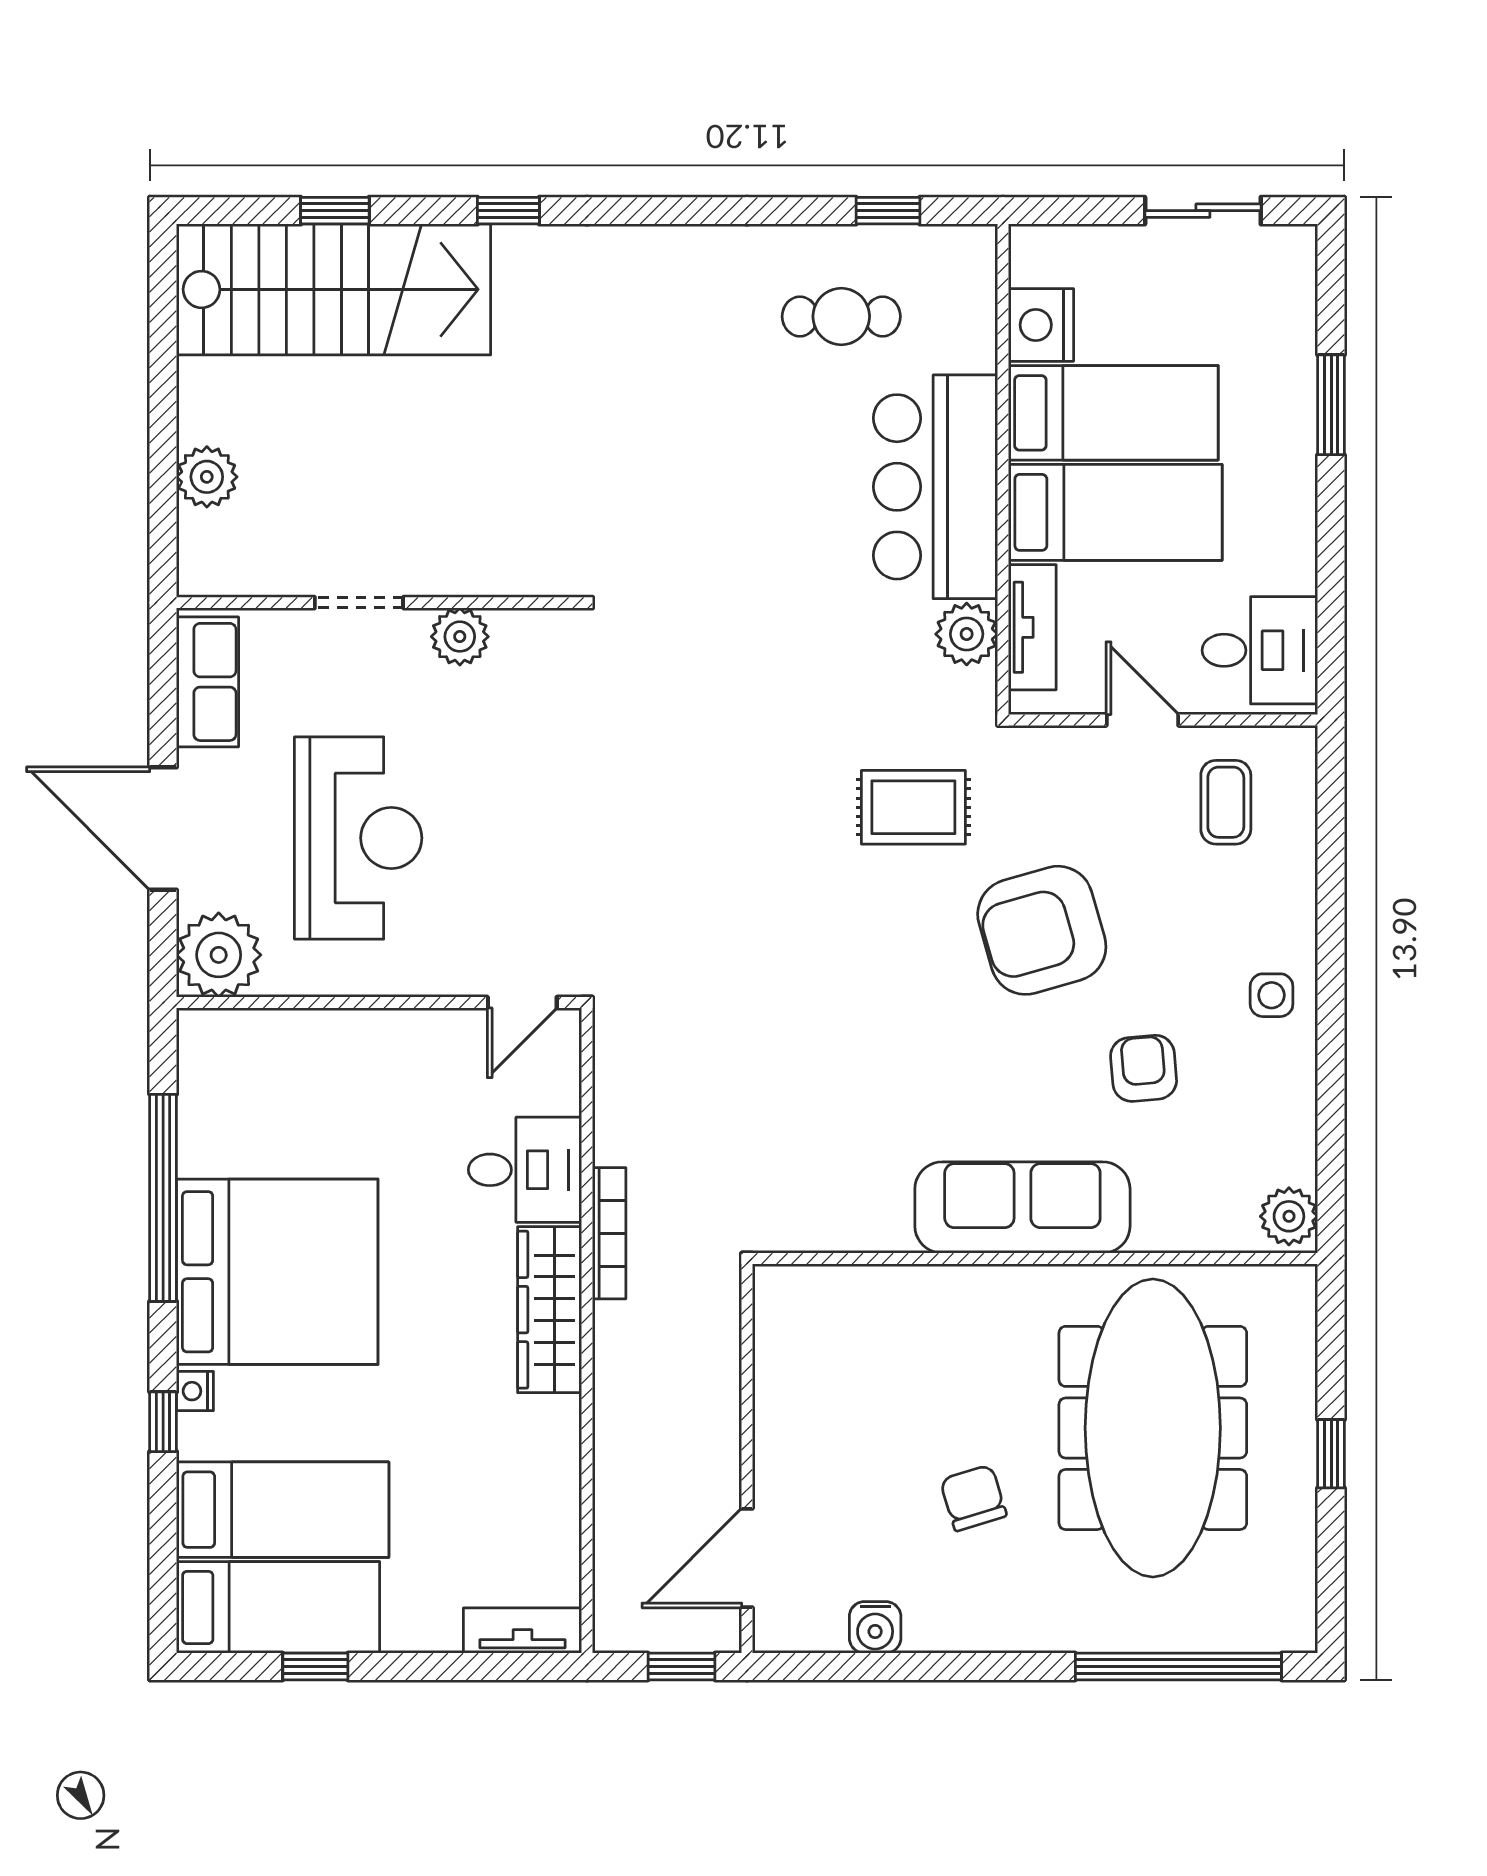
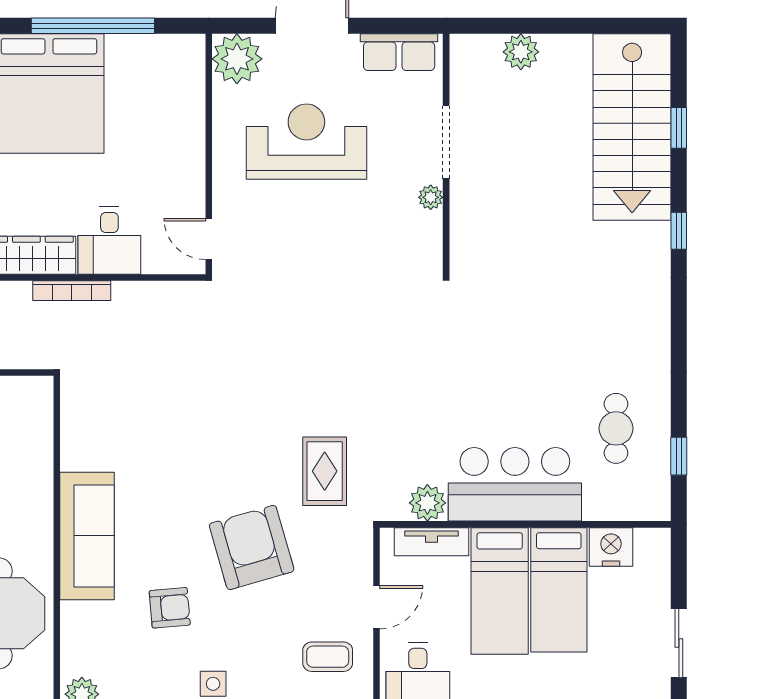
doorway: (359, 603) -> (446, 142), width x1.38
plant: (460, 637) -> (431, 197), width x0.73, depth x0.73
reception desk: (358, 838) -> (306, 142), turned 180

